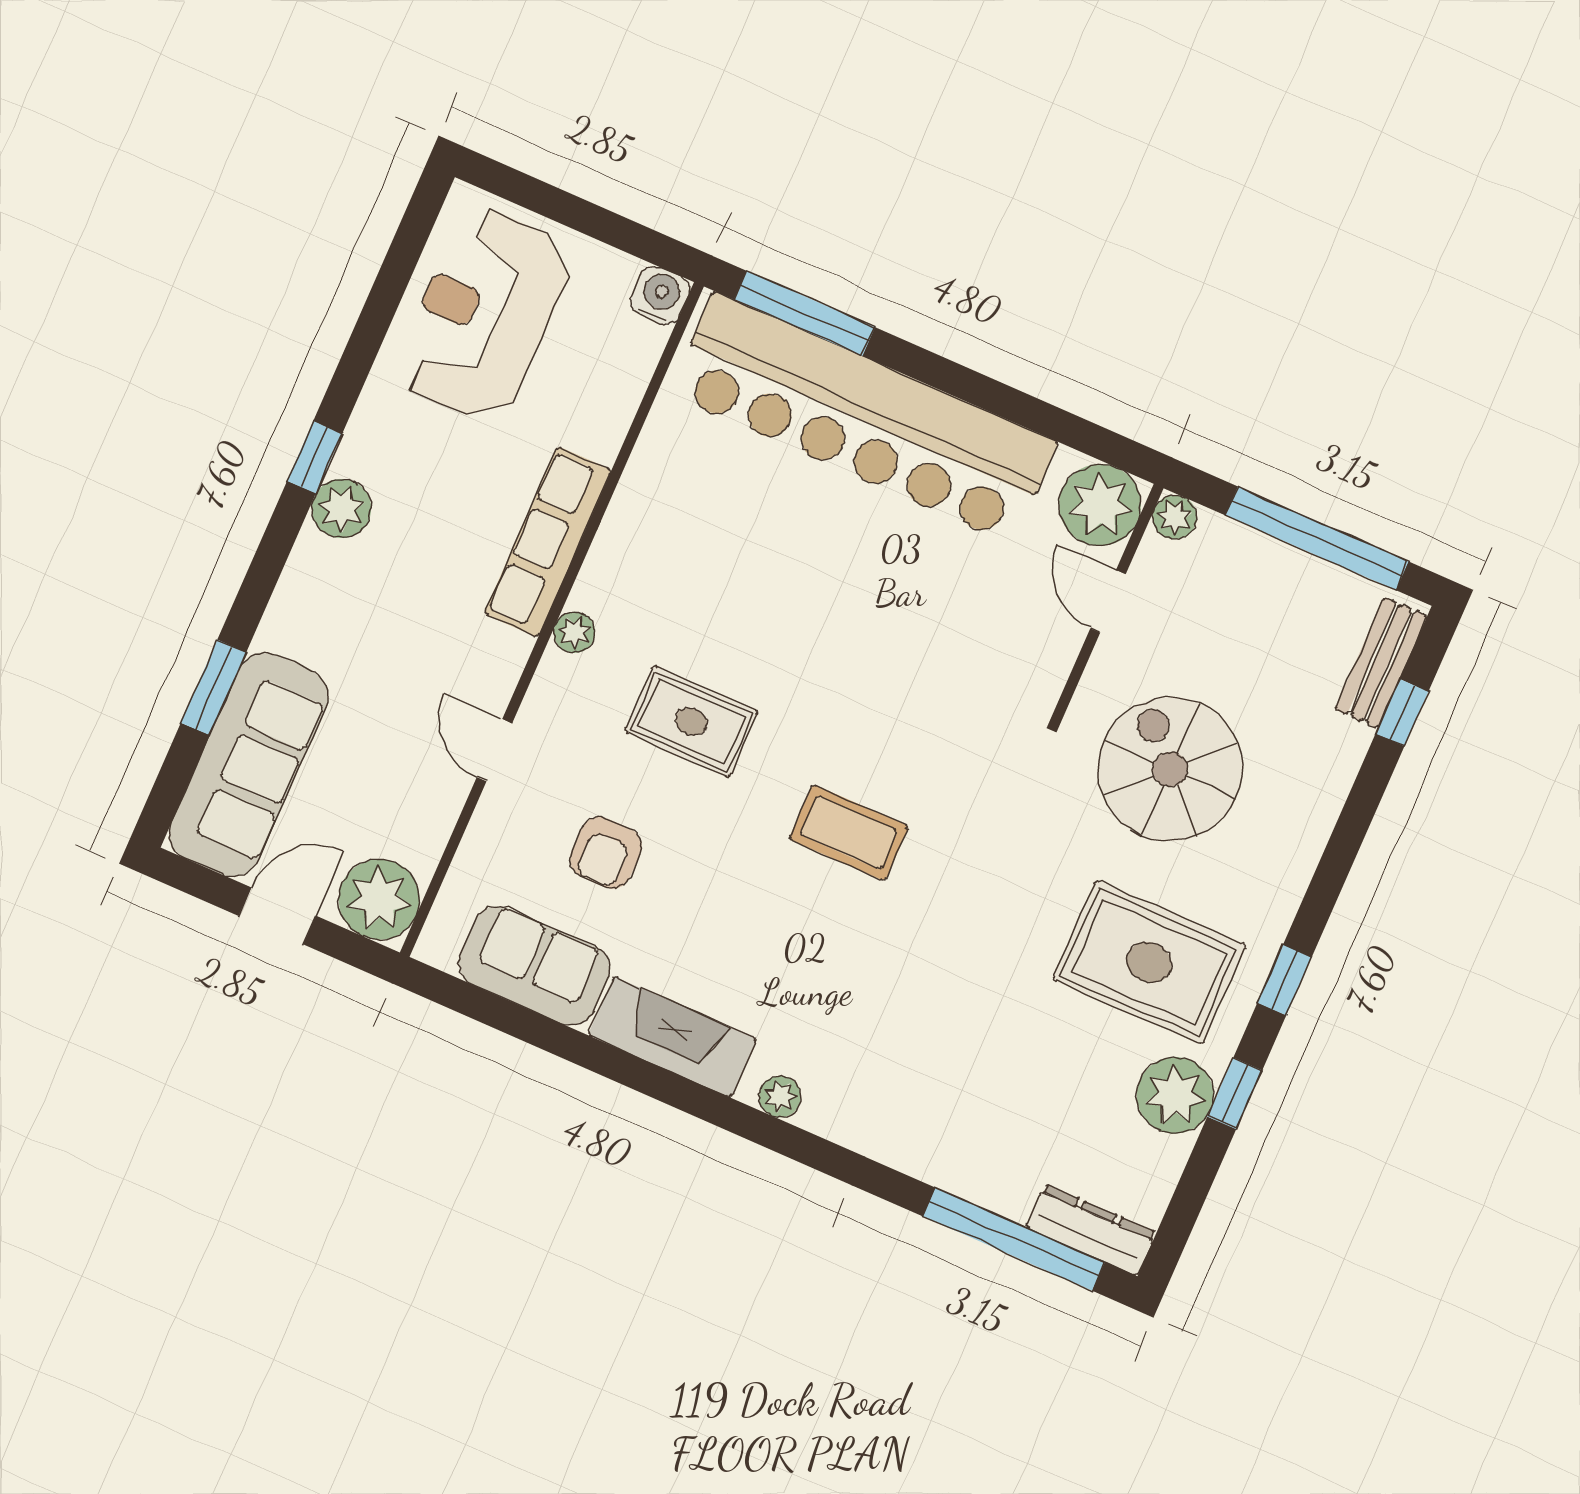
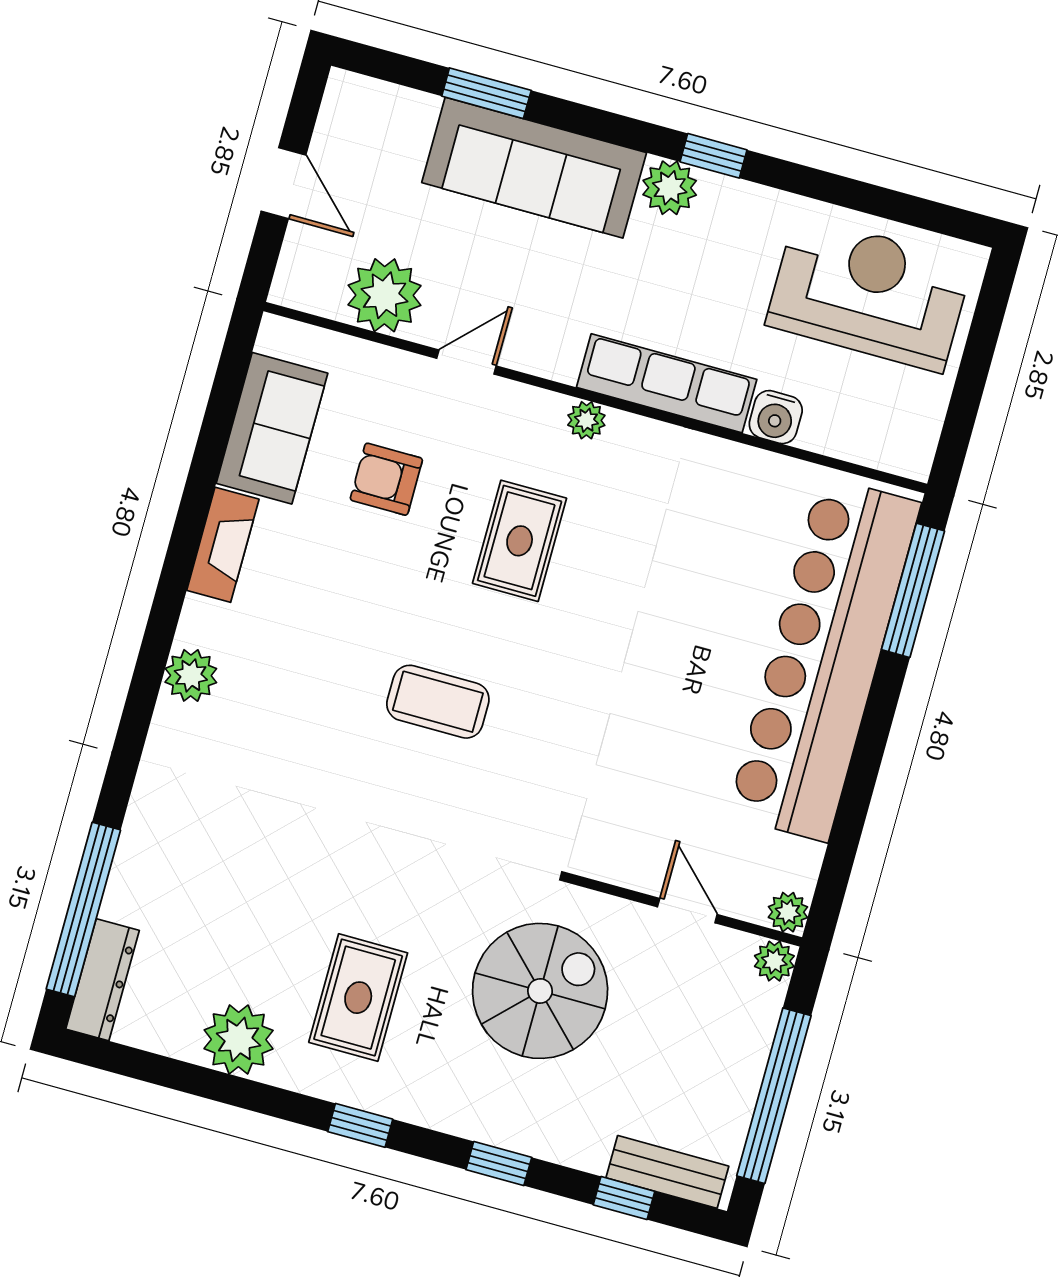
water cooler: (660, 295) -> (776, 417), moved, turned 90
plant: (1100, 505) -> (788, 912), width x0.53, depth x0.53
door: (1108, 601) -> (687, 911), hinge flipped
sofa: (249, 764) -> (534, 168), moved
coffee table: (849, 833) -> (438, 702), turned 90
plant: (379, 899) -> (385, 295), moved
rug: (1149, 962) -> (358, 998), width x0.73, depth x0.70
fireplace: (672, 1037) -> (223, 545), width x0.73, depth x0.76
window: (1235, 1093) -> (499, 1164), moved
plant: (780, 1097) -> (191, 675), width x1.38, depth x1.38

